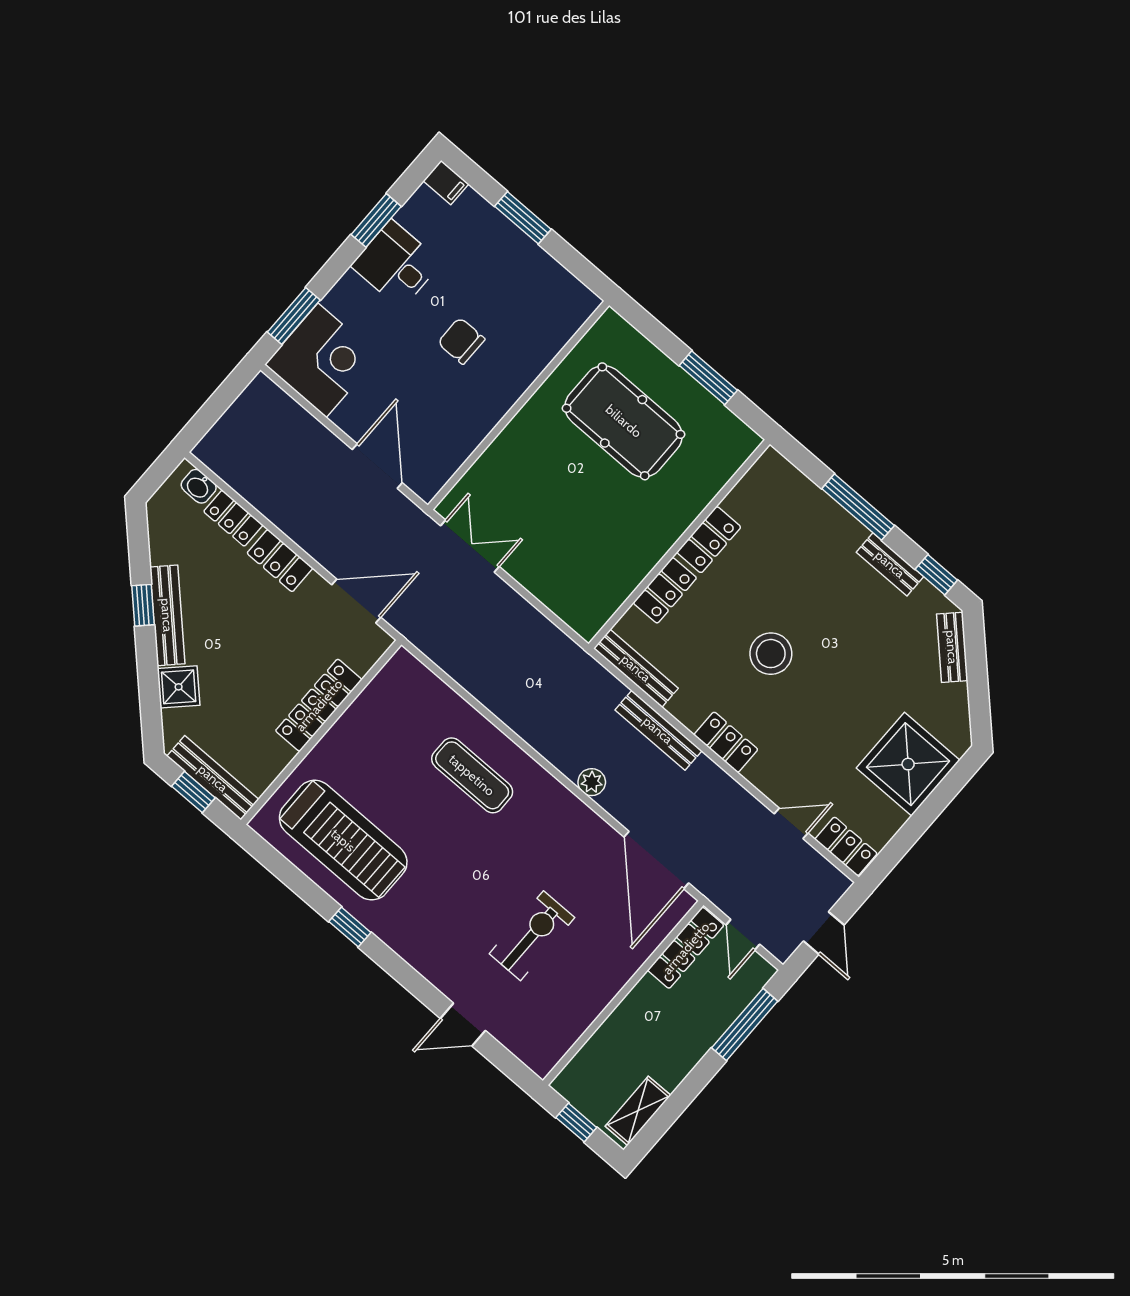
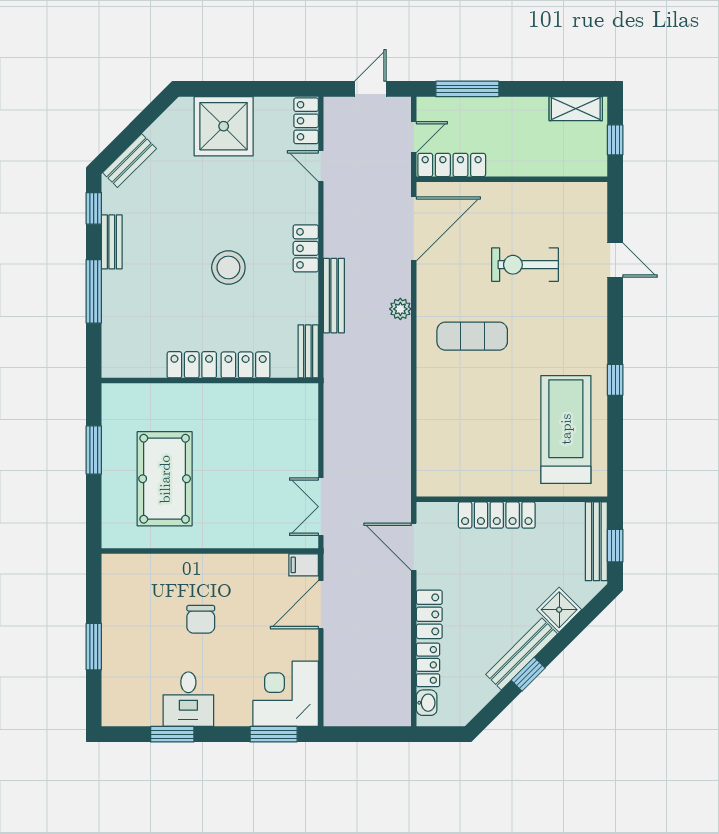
filing cabinet: (446, 182) -> (304, 565), moved, turned -90
bench: (636, 668) -> (308, 351), width x0.73
exercise mat: (472, 775) -> (472, 336), moved, turned 90

